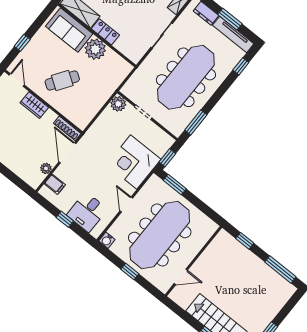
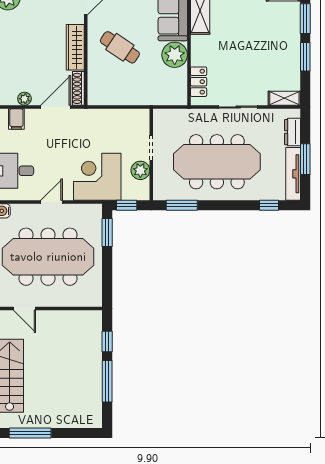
locker: (105, 32) -> (199, 82), moved
plant: (118, 104) -> (140, 170), moved
wardrobe: (34, 105) -> (75, 47), width x1.50
window: (280, 269) -> (107, 381), moved

